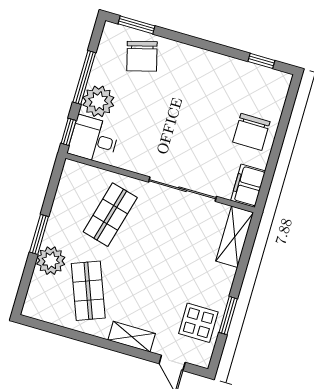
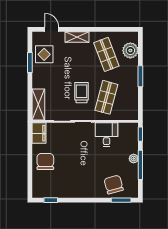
plant: (98, 101) -> (134, 159), width x0.53, depth x0.53
desk: (94, 140) -> (107, 135), moved, turned -90
trolley: (152, 236) -> (82, 93), added
plant: (51, 261) -> (130, 50), moved

